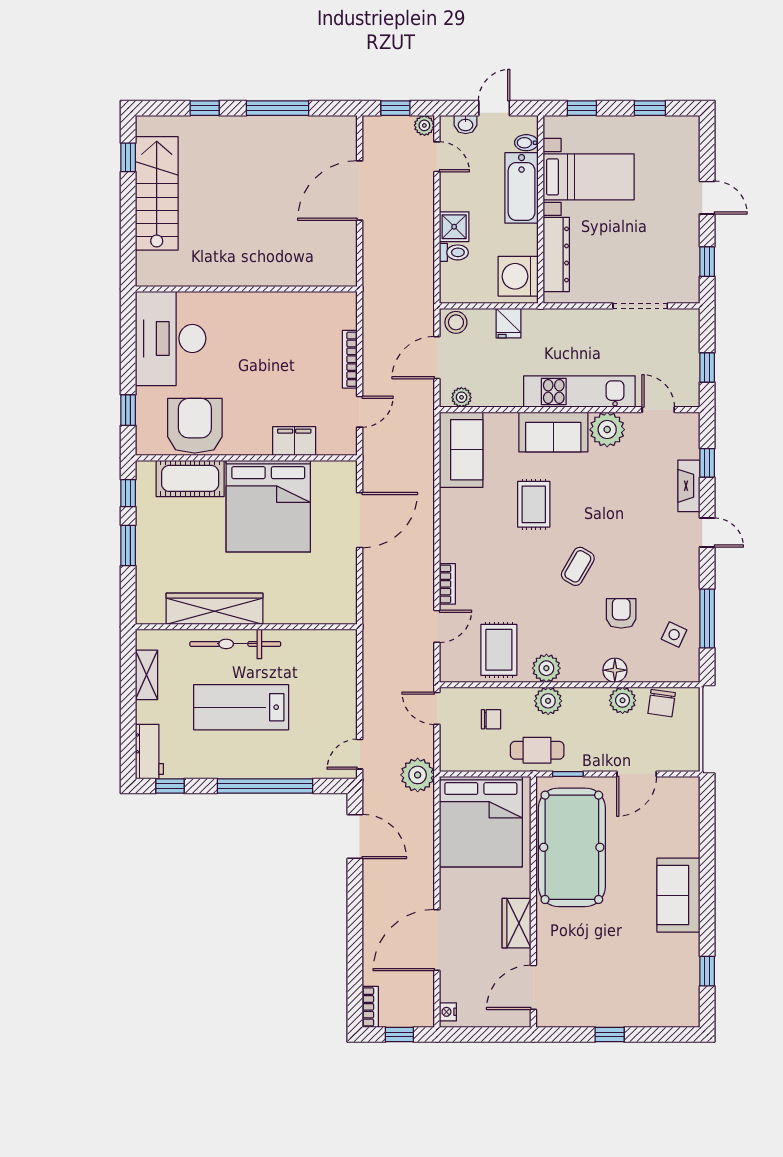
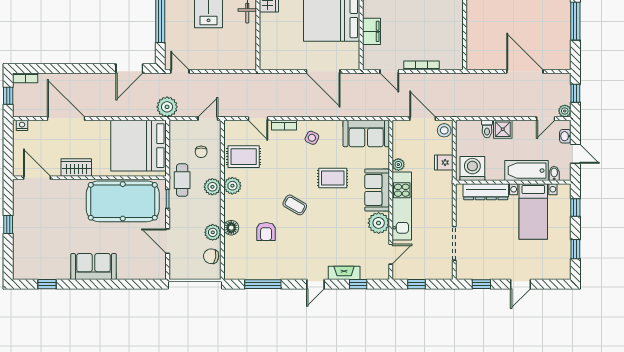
plant: (461, 397) -> (398, 165), moved
armchair: (621, 613) -> (266, 232), turned 90
side table: (674, 635) -> (312, 138), moved

